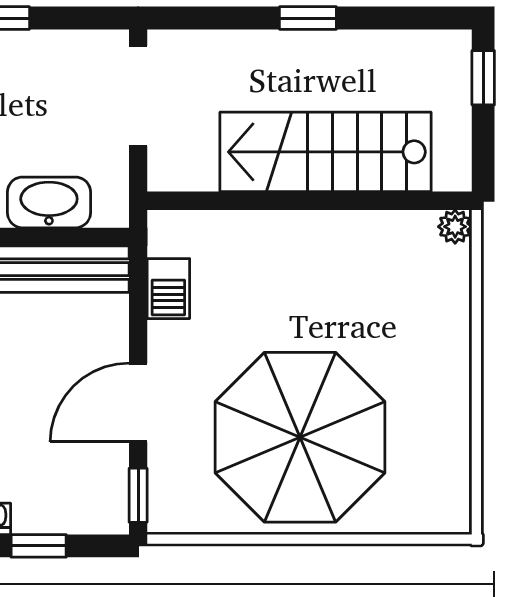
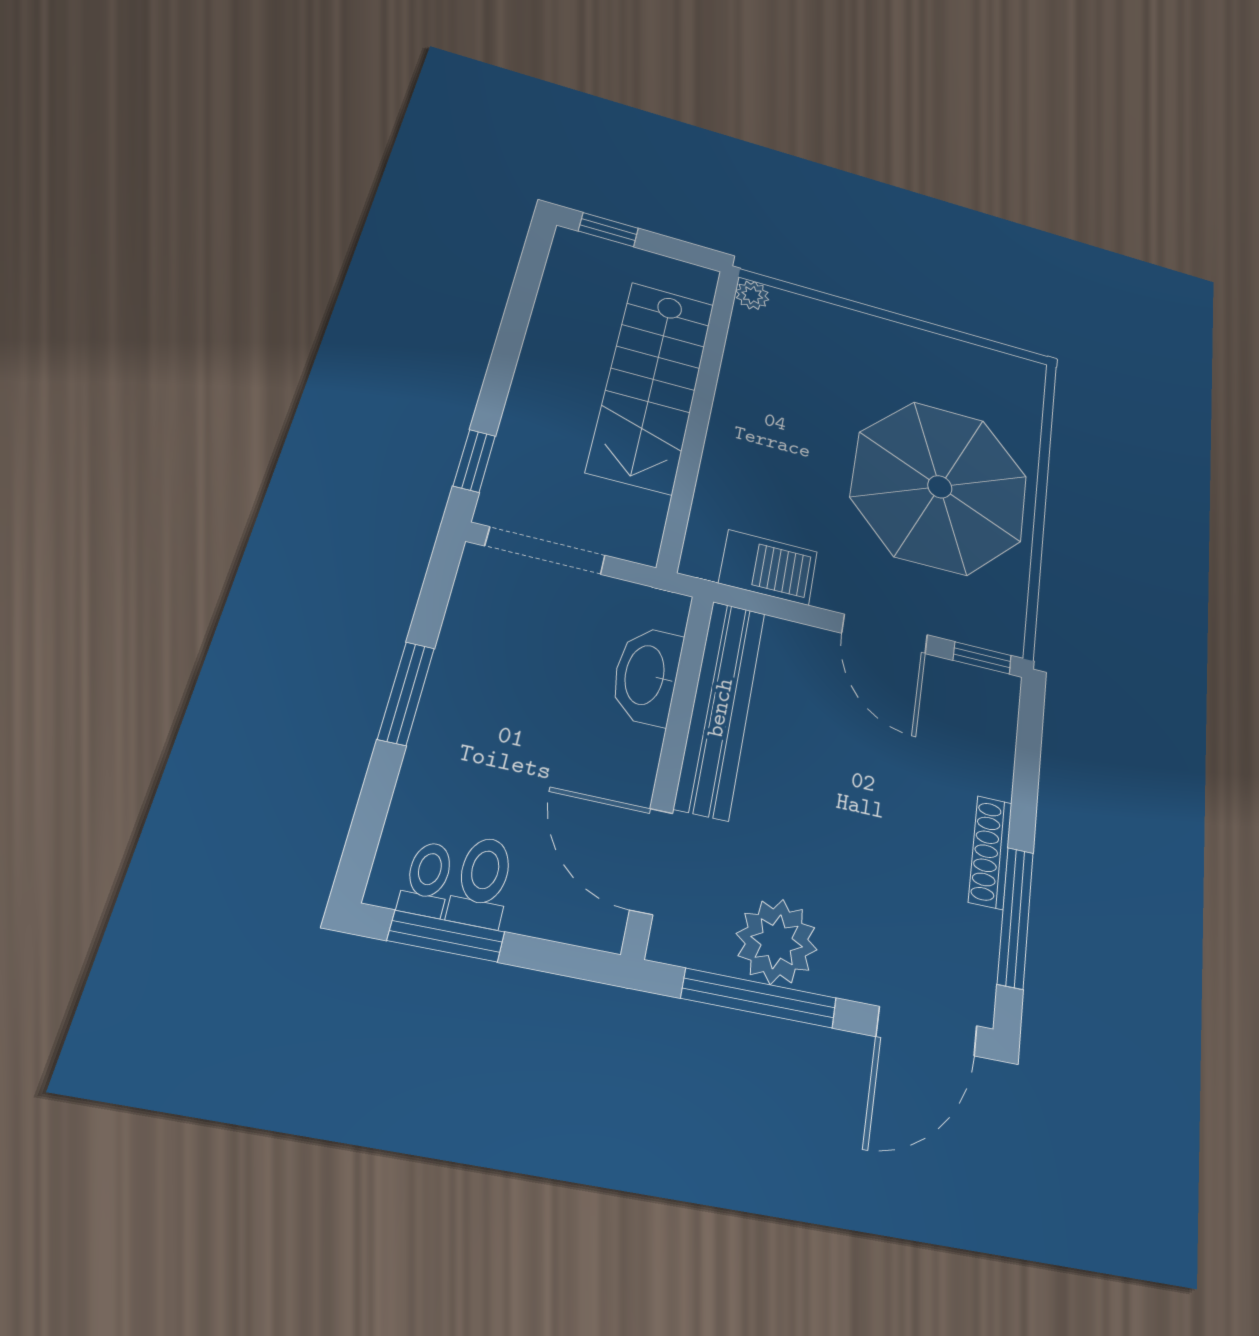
window: (308, 18) -> (474, 461), moved
barbecue: (168, 289) -> (768, 567), width x1.38, depth x1.27
window: (39, 546) -> (1026, 775), removed

